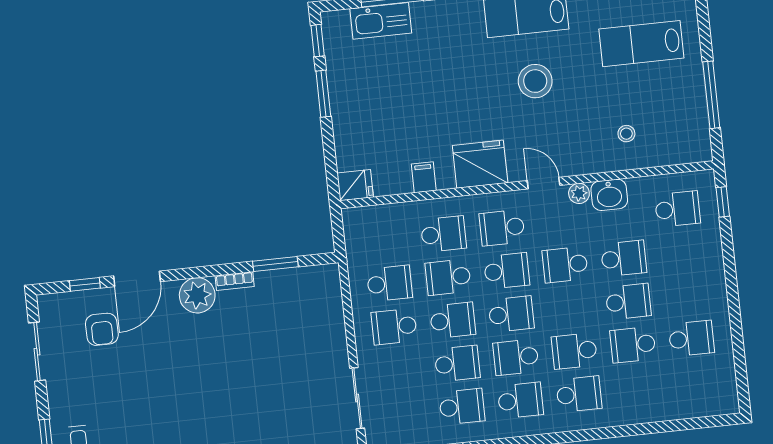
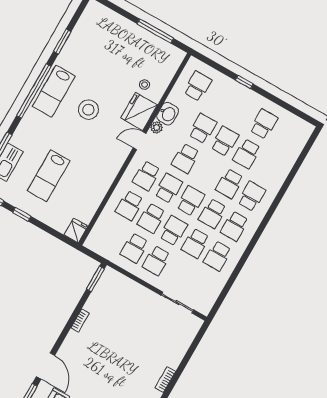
lab bench: (641, 44) -> (49, 176), moved
window: (323, 94) -> (22, 214), width x0.67
fridge: (480, 164) -> (139, 112), moved
filing cabinet: (424, 177) -> (96, 195), removed
window: (723, 202) -> (244, 82), moved
school desk: (443, 234) -> (129, 206), turned 180
window: (275, 264) -> (95, 279), moved
school desk: (390, 283) -> (134, 248), turned 180
plant: (197, 295) -> (74, 343), removed
school desk: (457, 363) -> (195, 243), turned 180
school desk: (520, 400) -> (235, 226), turned 180
school desk: (462, 407) -> (217, 256), turned 180

